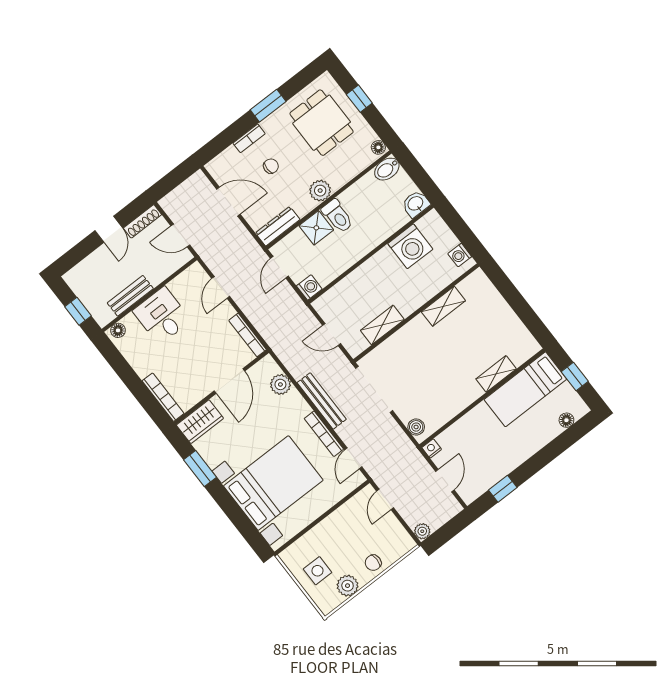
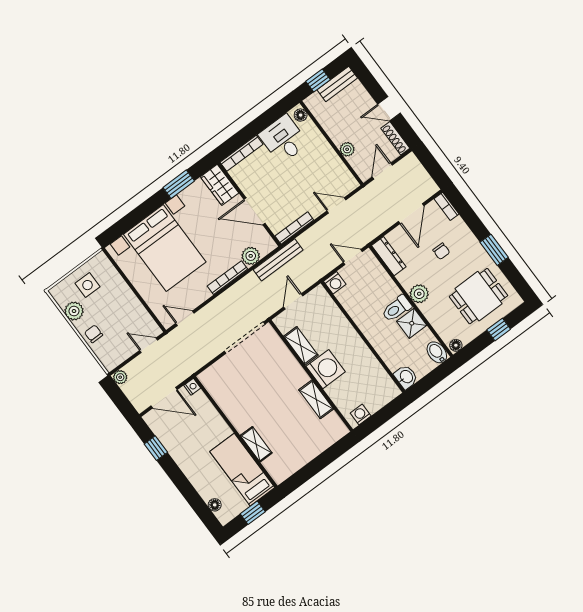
bookcase: (249, 138) -> (446, 206), moved
shower: (316, 228) -> (412, 323), moved
washing machine: (410, 246) -> (326, 369), moved, turned 180
plant: (156, 276) -> (347, 149), added
bench: (130, 296) -> (337, 84), moved, turned 90
desk: (162, 316) -> (283, 139), moved, turned -90
bench: (322, 401) -> (278, 260), moved
boiler: (416, 427) -> (211, 374), removed
bookcase: (324, 434) -> (227, 278), moved
door: (445, 481) -> (164, 398), width x1.38

